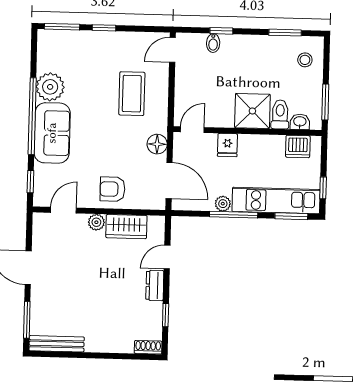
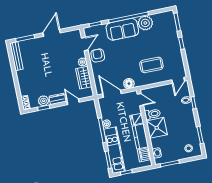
door: (172, 50) -> (178, 80), swing flipped
toilet: (280, 114) -> (153, 114), moved
kitchen counter: (262, 146) -> (140, 136), added
door: (169, 181) -> (112, 94), swing flipped
armchair: (112, 189) -> (98, 55), moved
door: (63, 210) -> (85, 44), hinge flipped
plant: (152, 312) -> (44, 101), added

